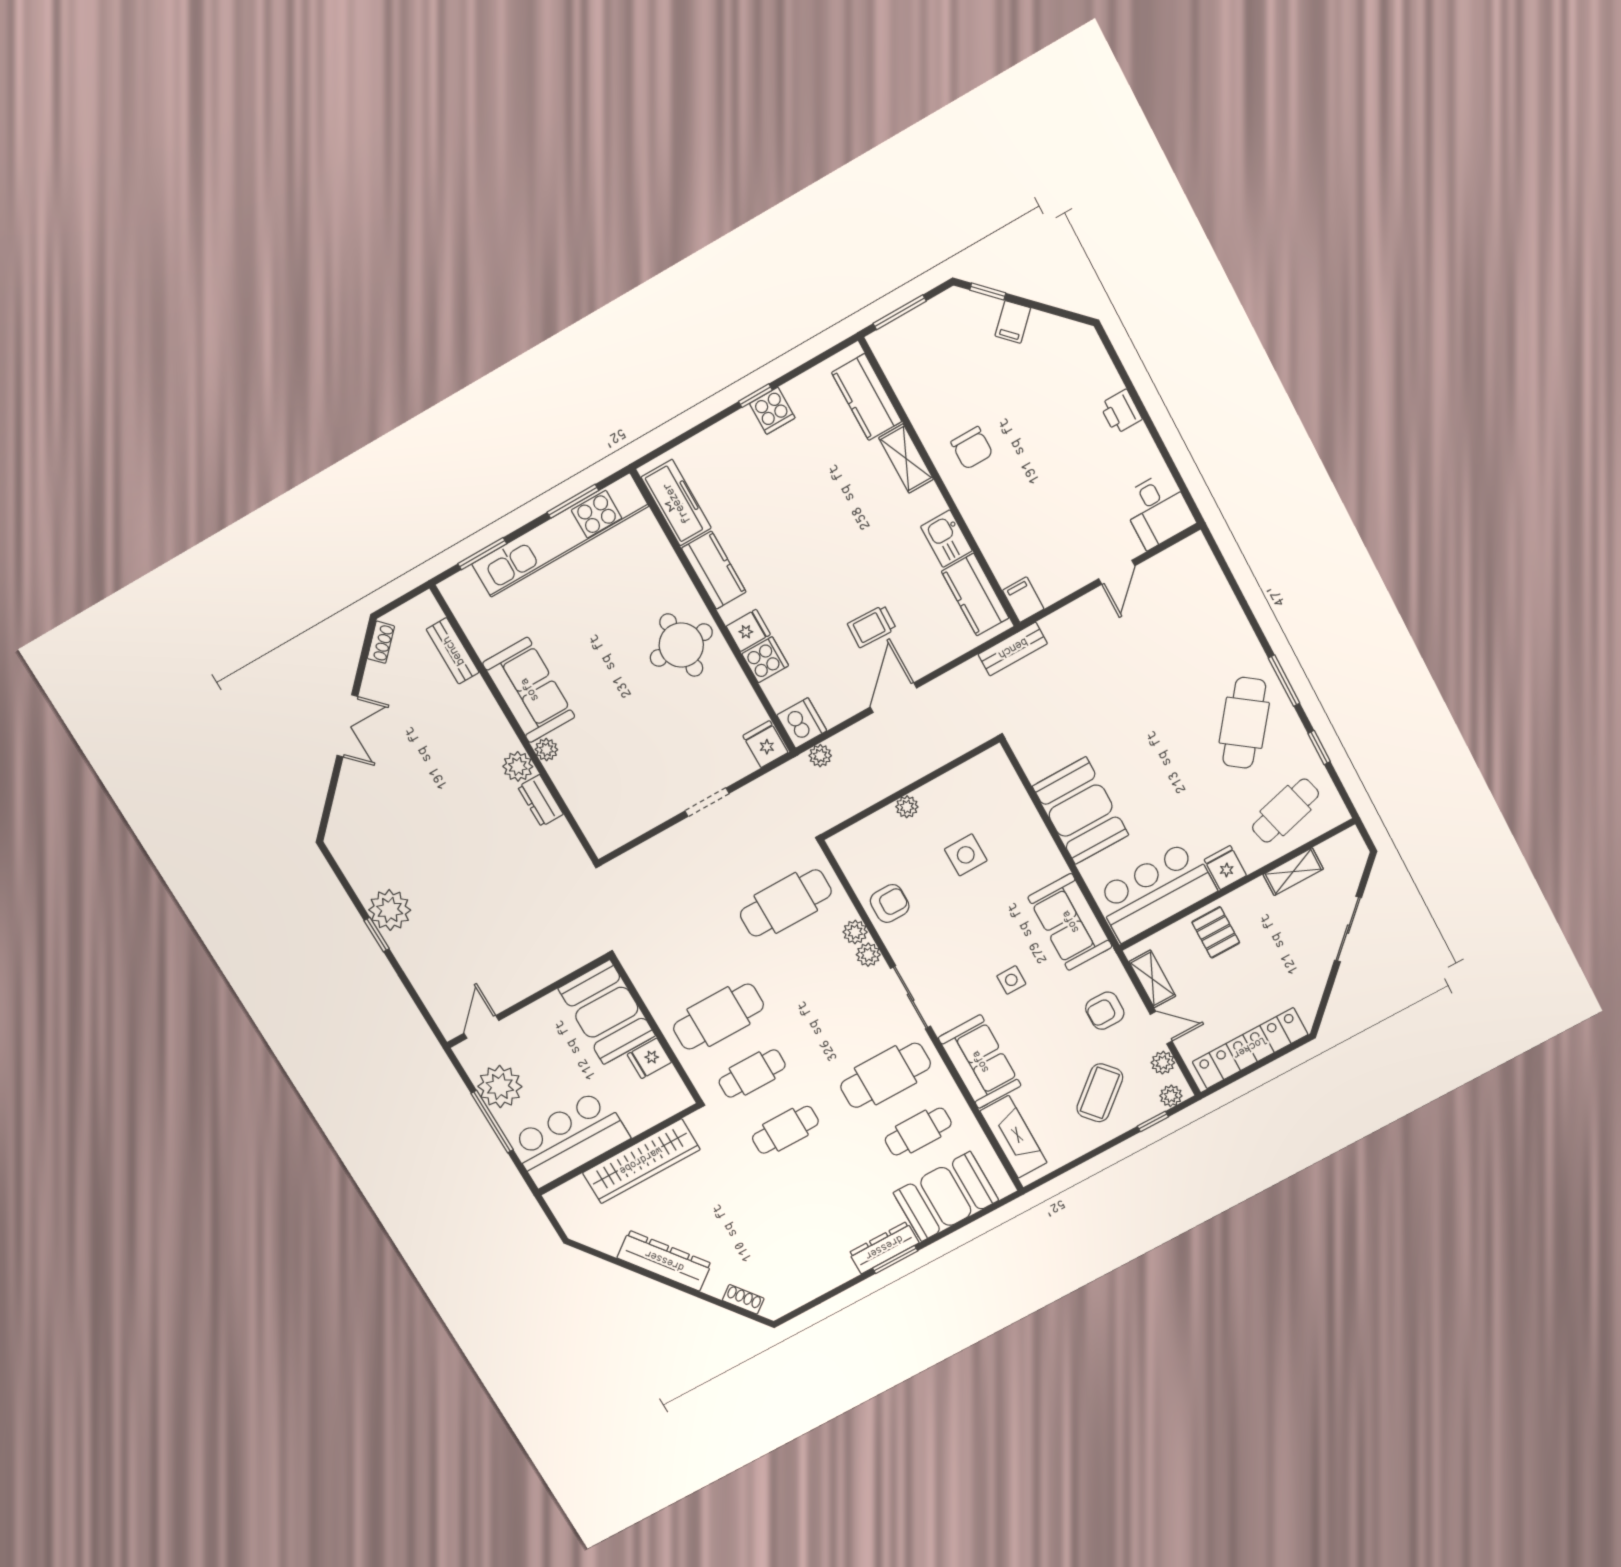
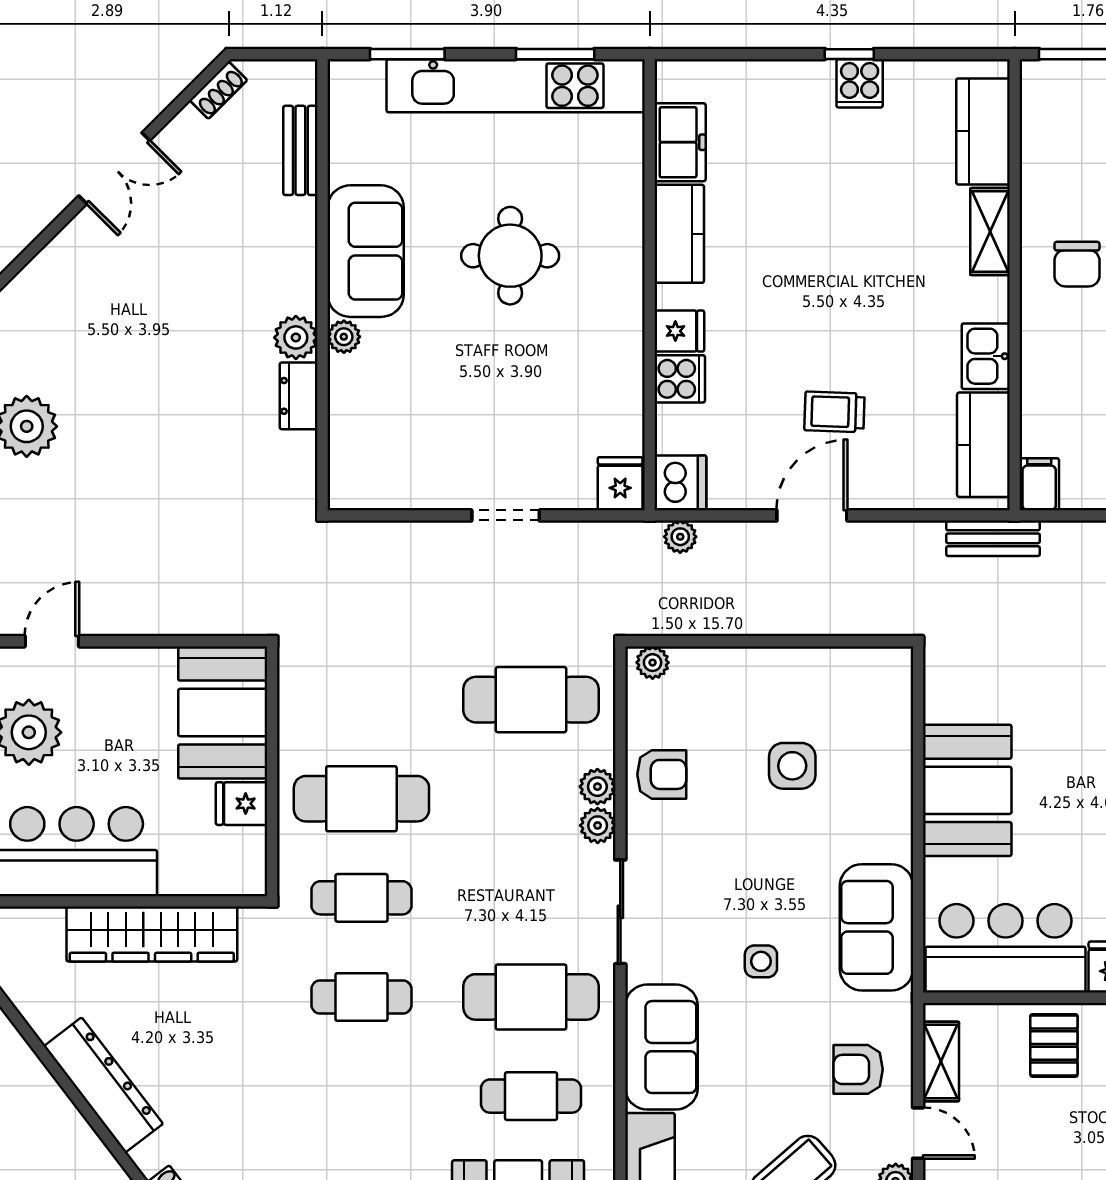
freezer: (676, 503) -> (680, 142), width x0.71
round table: (681, 645) -> (510, 256), moved
plant: (907, 807) -> (653, 663), moved

